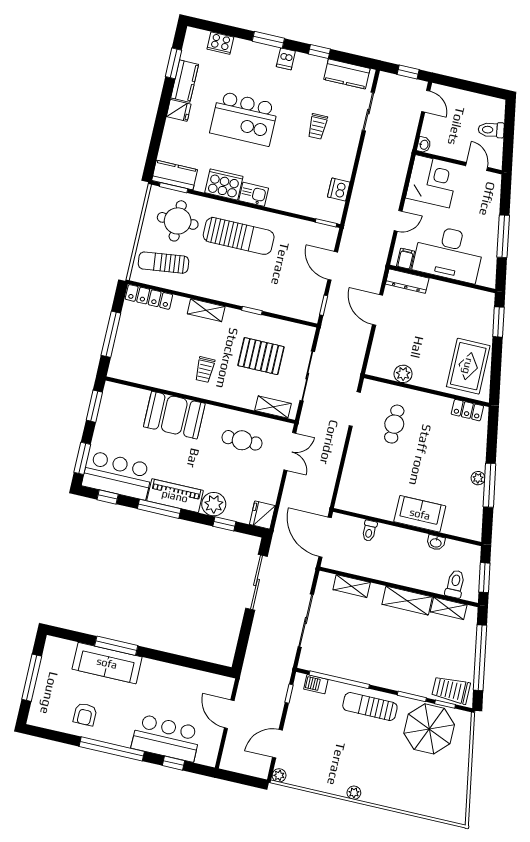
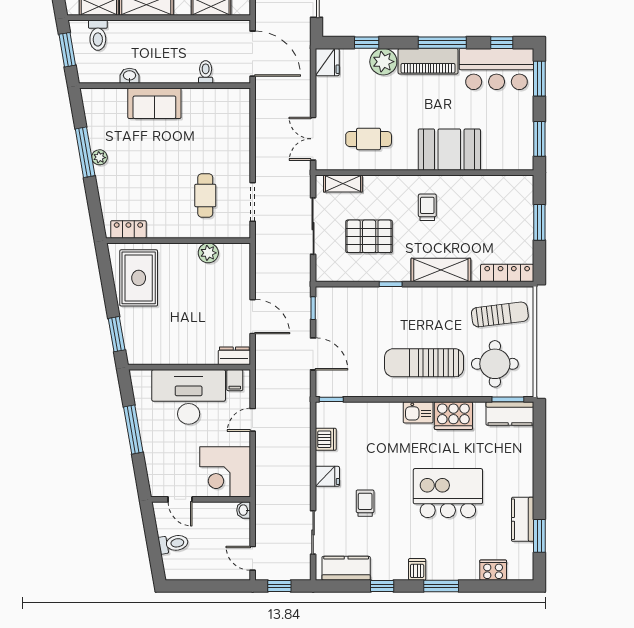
fridge: (179, 110) -> (327, 476), moved, turned 180
dresser: (407, 281) -> (234, 356), width x0.70
shelving: (206, 310) -> (441, 270), width x1.50, depth x1.33
window: (111, 334) -> (539, 222), width x0.69

